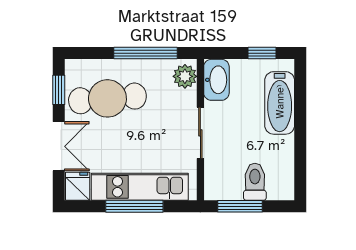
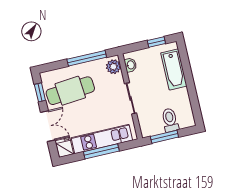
washbasin: (216, 80) -> (130, 65), width x0.52, depth x0.69

